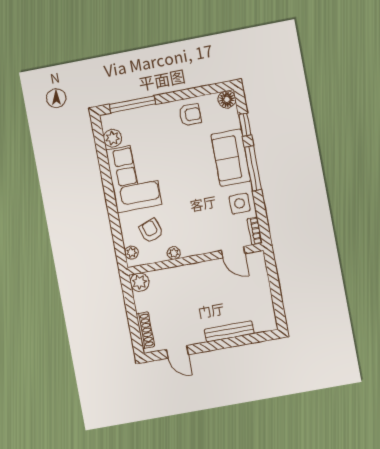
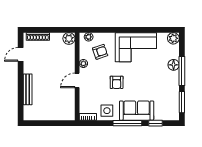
window: (205, 90) -> (182, 102), added
floor lamp: (227, 99) -> (174, 65), moved
window: (132, 104) -> (182, 71), moved
armchair: (190, 115) -> (117, 82), moved
plant: (113, 138) -> (173, 38), moved
door: (233, 252) -> (77, 80), moved

